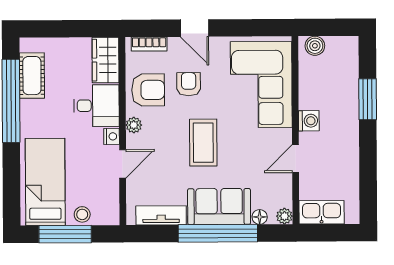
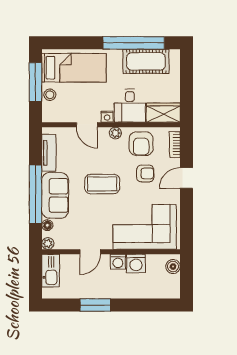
cot: (32, 76) -> (146, 61), width x1.37, depth x1.34
washing machine: (311, 96) -> (136, 263), added
window: (368, 99) -> (95, 305), moved
door: (296, 159) -> (90, 252), swing flipped

